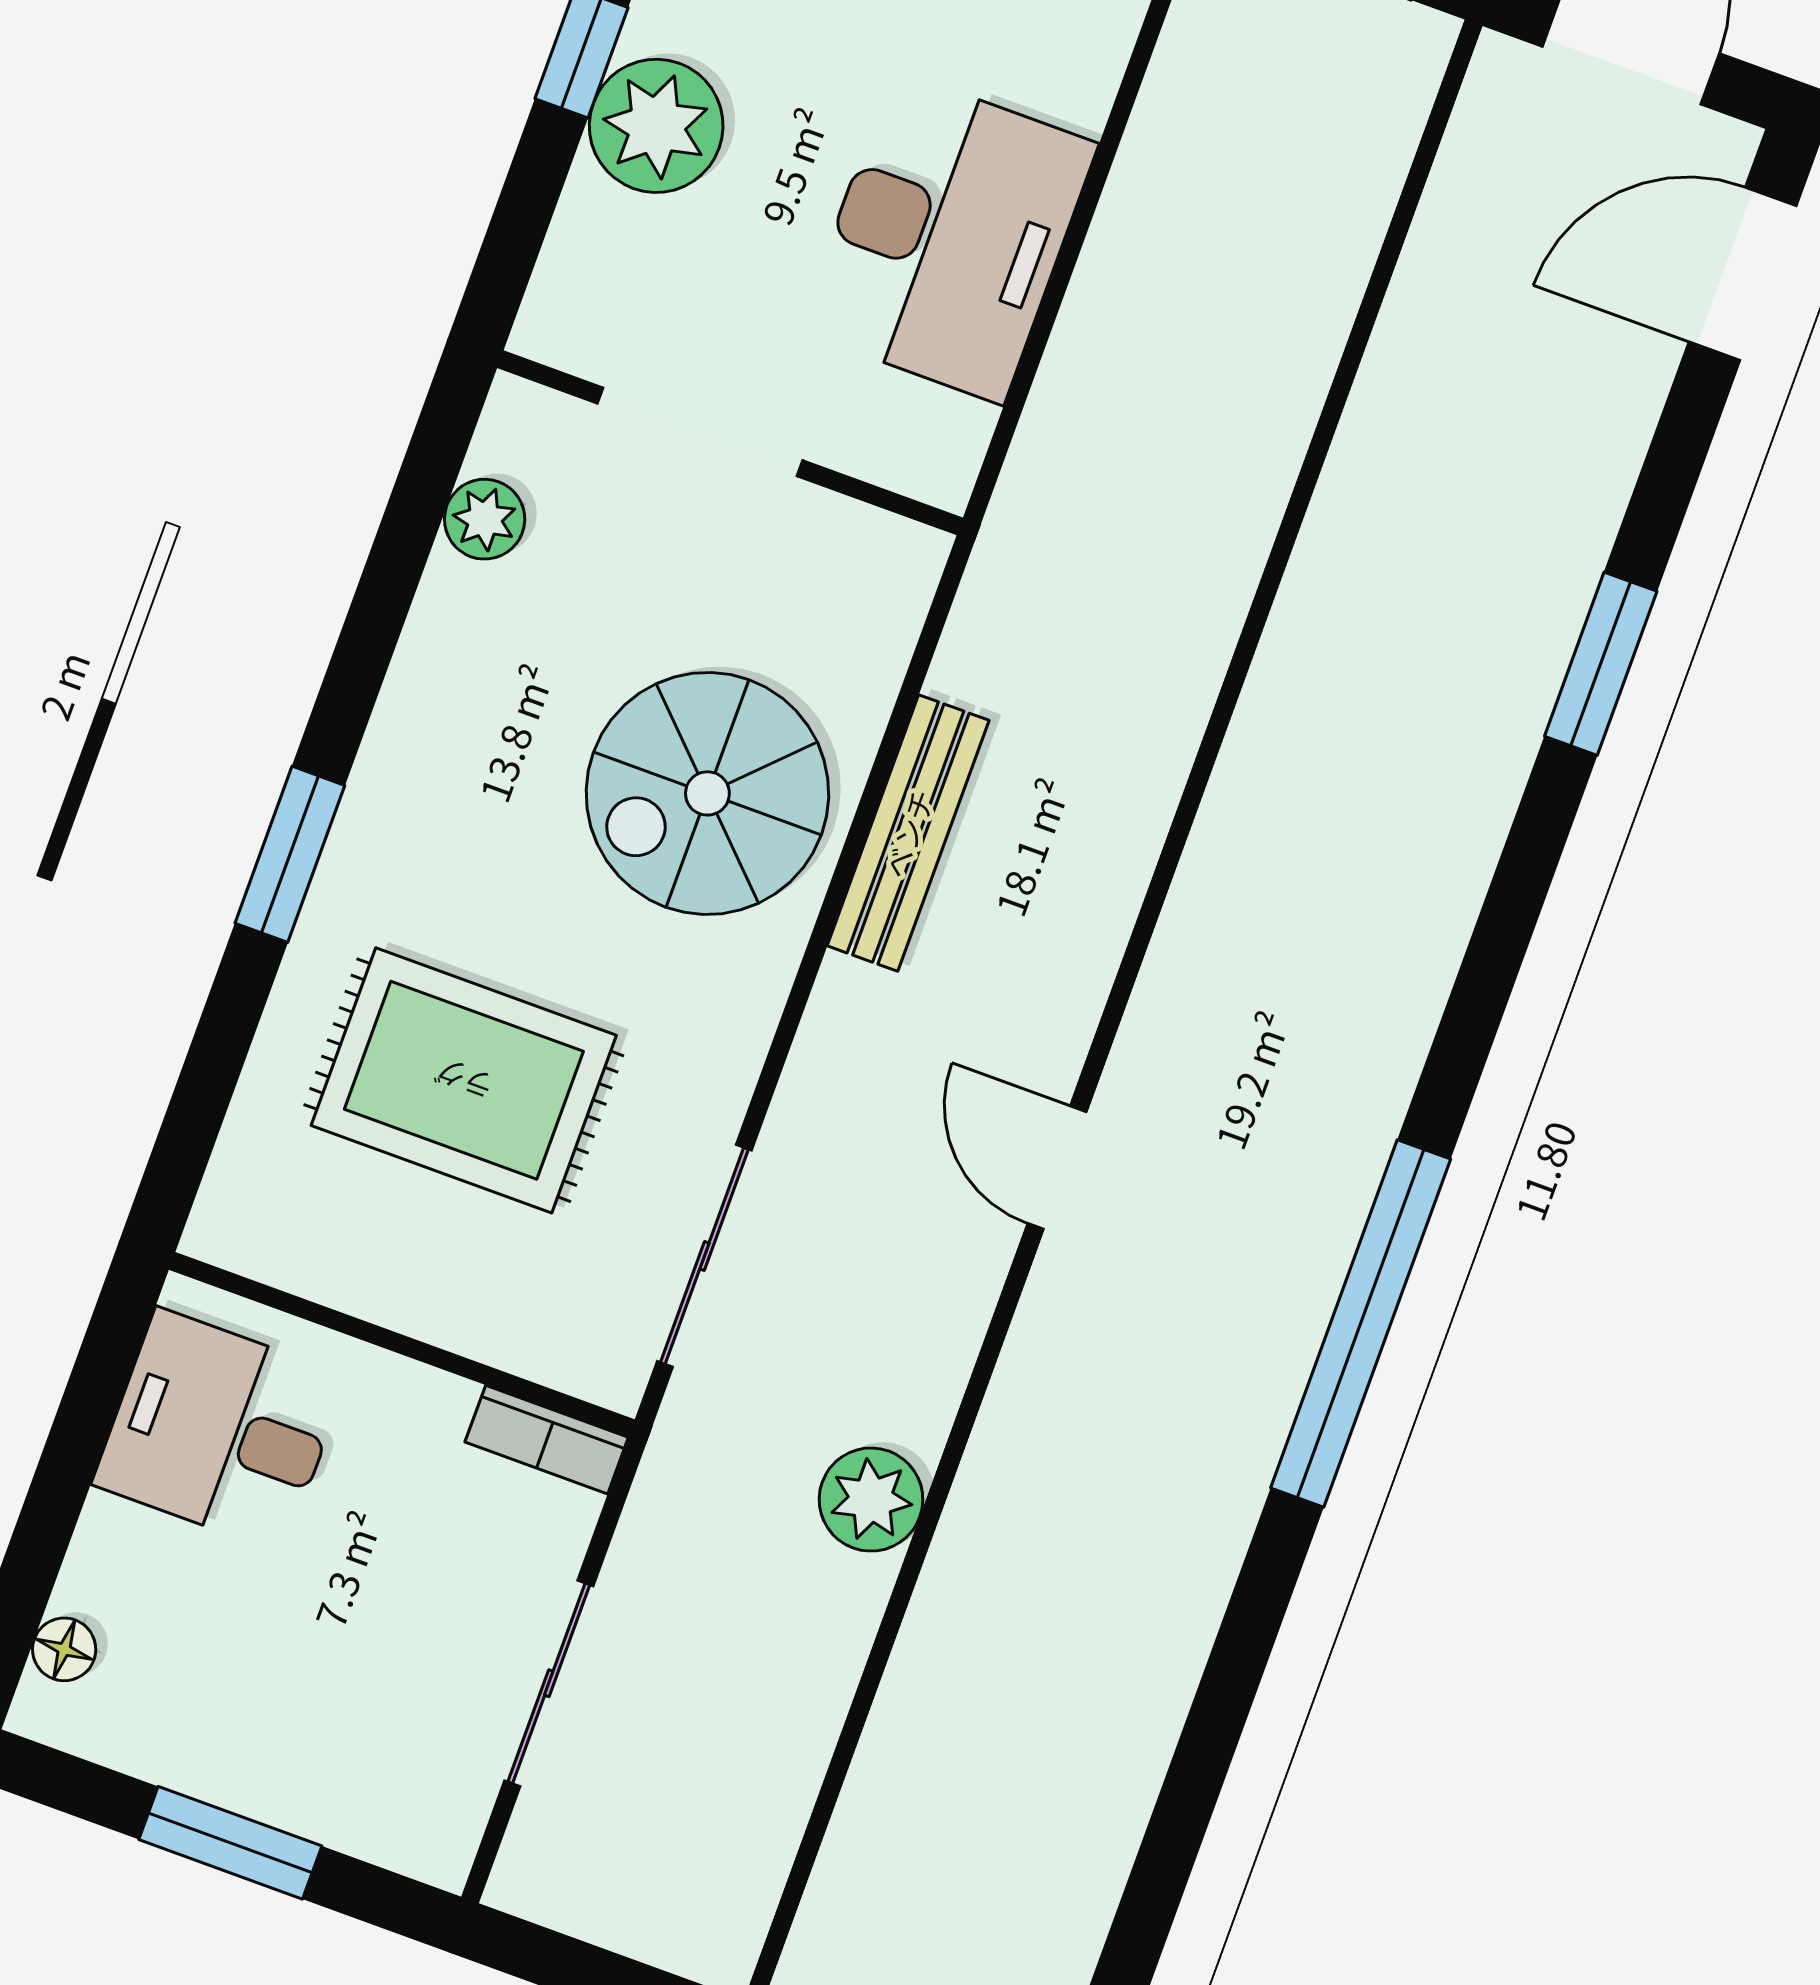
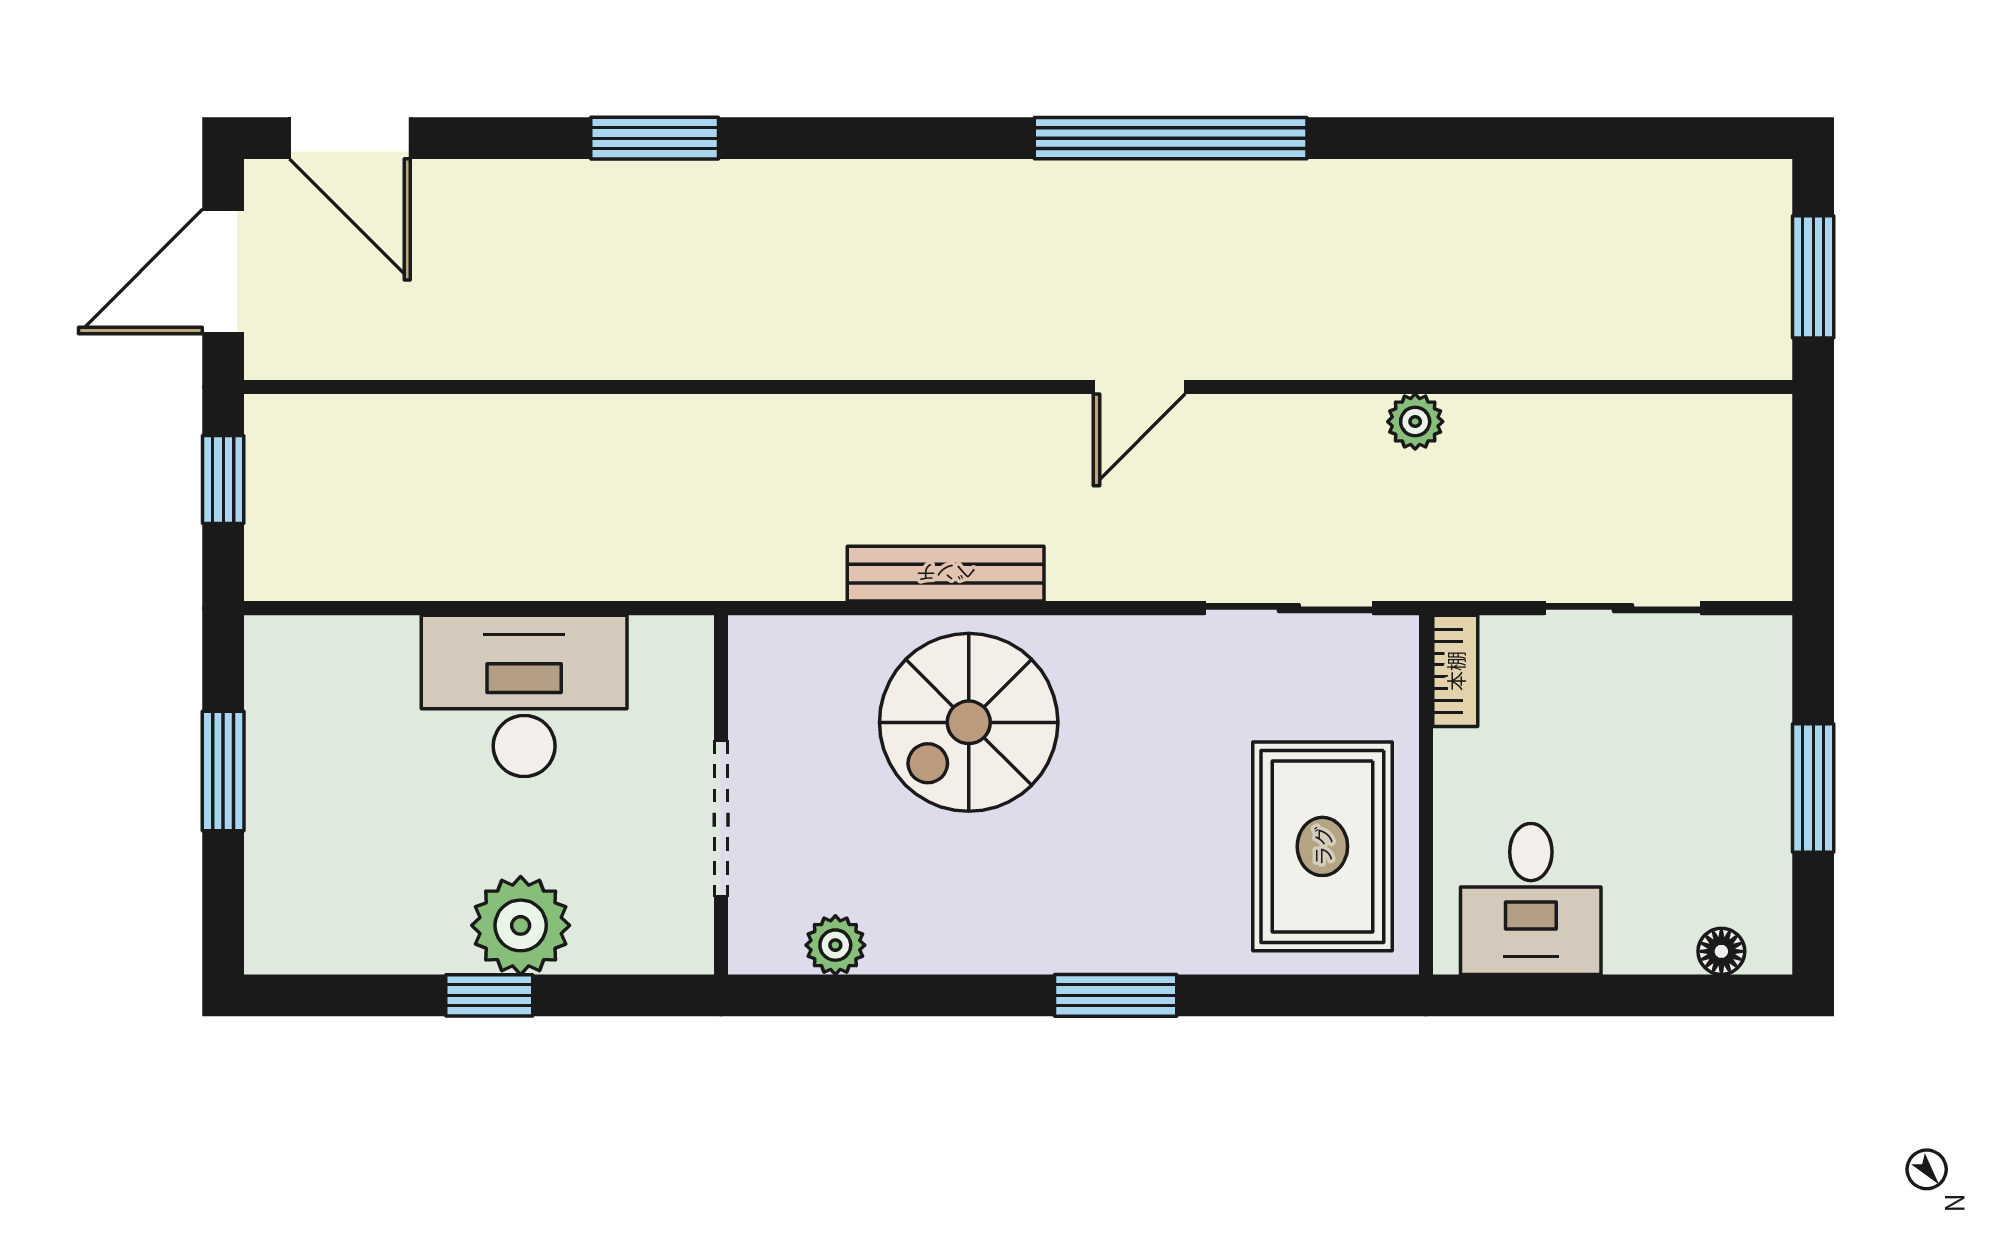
spiral stairs: (707, 793) -> (969, 722), turned 90
rug: (464, 1080) -> (1322, 846), moved
plant: (871, 1500) -> (1415, 422), width x0.73, depth x0.73

